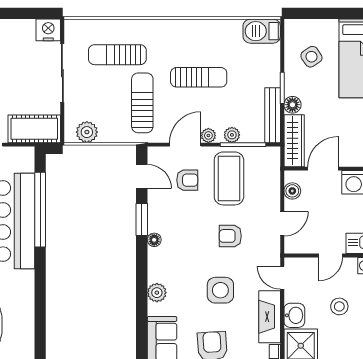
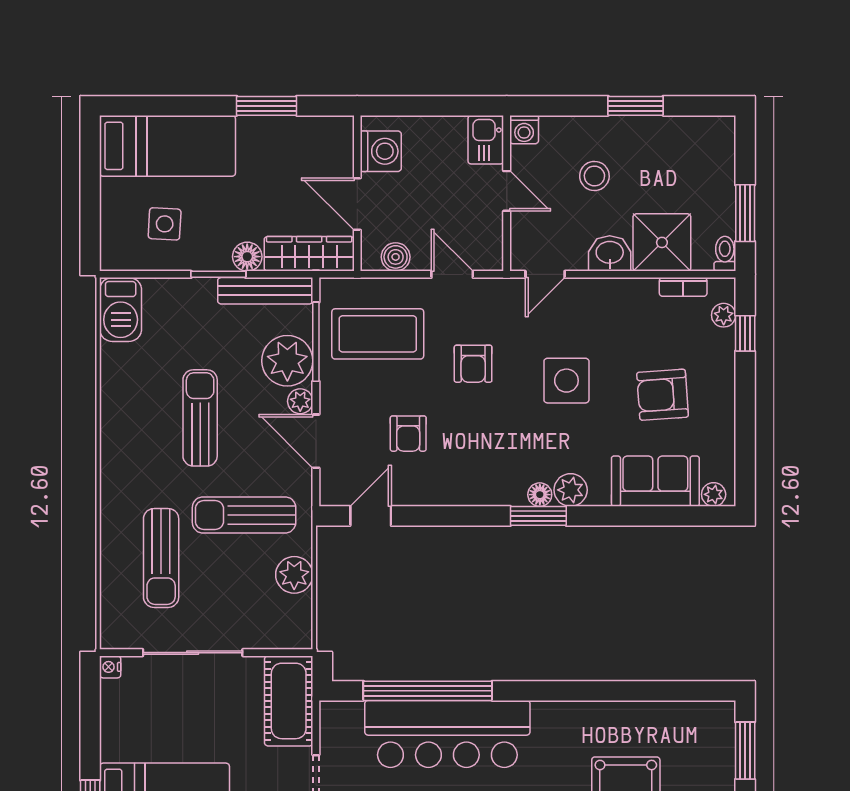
nightstand: (48, 30) -> (110, 667), width x0.53, depth x0.56
side table: (311, 57) -> (165, 224), turned 37
plant: (87, 132) -> (294, 575), moved
plant: (232, 135) -> (287, 361), width x1.88, depth x1.88
coffee table: (229, 178) -> (378, 334), moved
armchair: (187, 180) -> (408, 434), moved, turned 180
window: (142, 219) -> (538, 516), moved
floor lamp: (154, 240) -> (540, 495), moved
fireplace: (270, 317) -> (612, 296), removed

